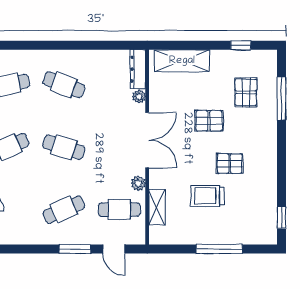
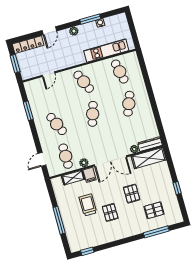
window: (241, 45) -> (177, 188), moved
shelving: (182, 61) -> (149, 158), moved, turned 90
filing cabinet: (160, 180) -> (90, 175), added
window: (75, 249) -> (28, 111), moved

